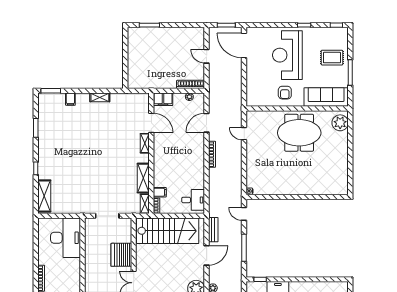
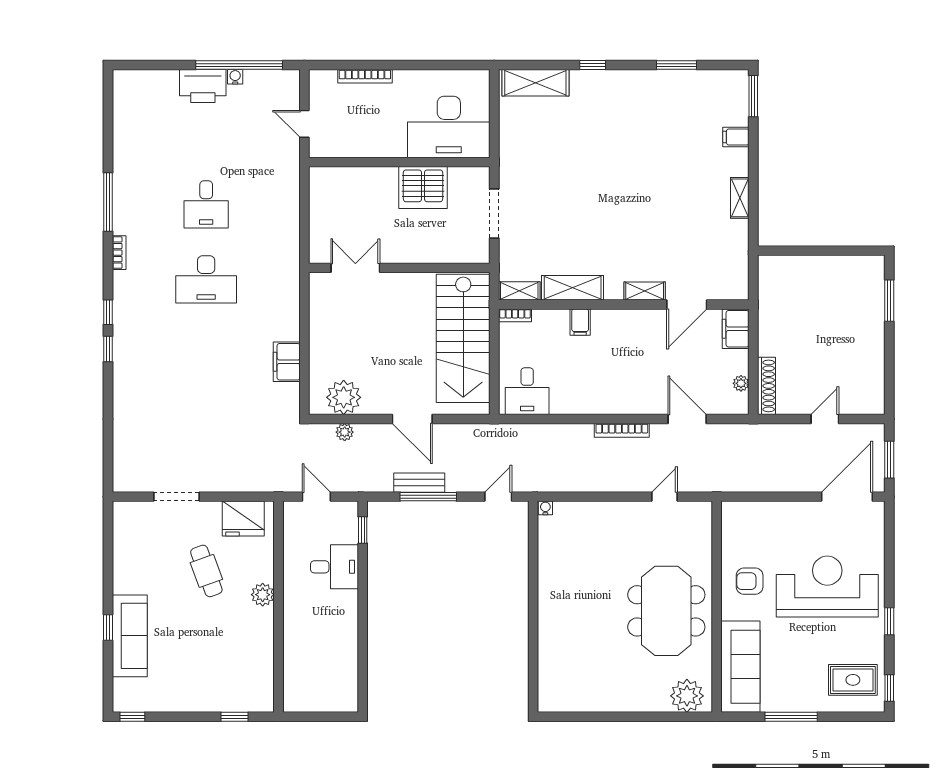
rug: (332, 58) -> (853, 680), moved, turned 90
filing cabinet: (160, 192) -> (580, 322), moved
bench: (213, 230) -> (419, 483), moved
server rack: (121, 255) -> (423, 187), moved, turned 180

